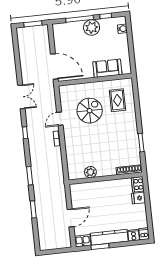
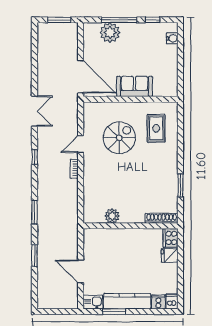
plant: (92, 27) -> (110, 32), moved
sofa: (107, 68) -> (134, 86), moved
door: (71, 218) -> (81, 271), swing flipped

